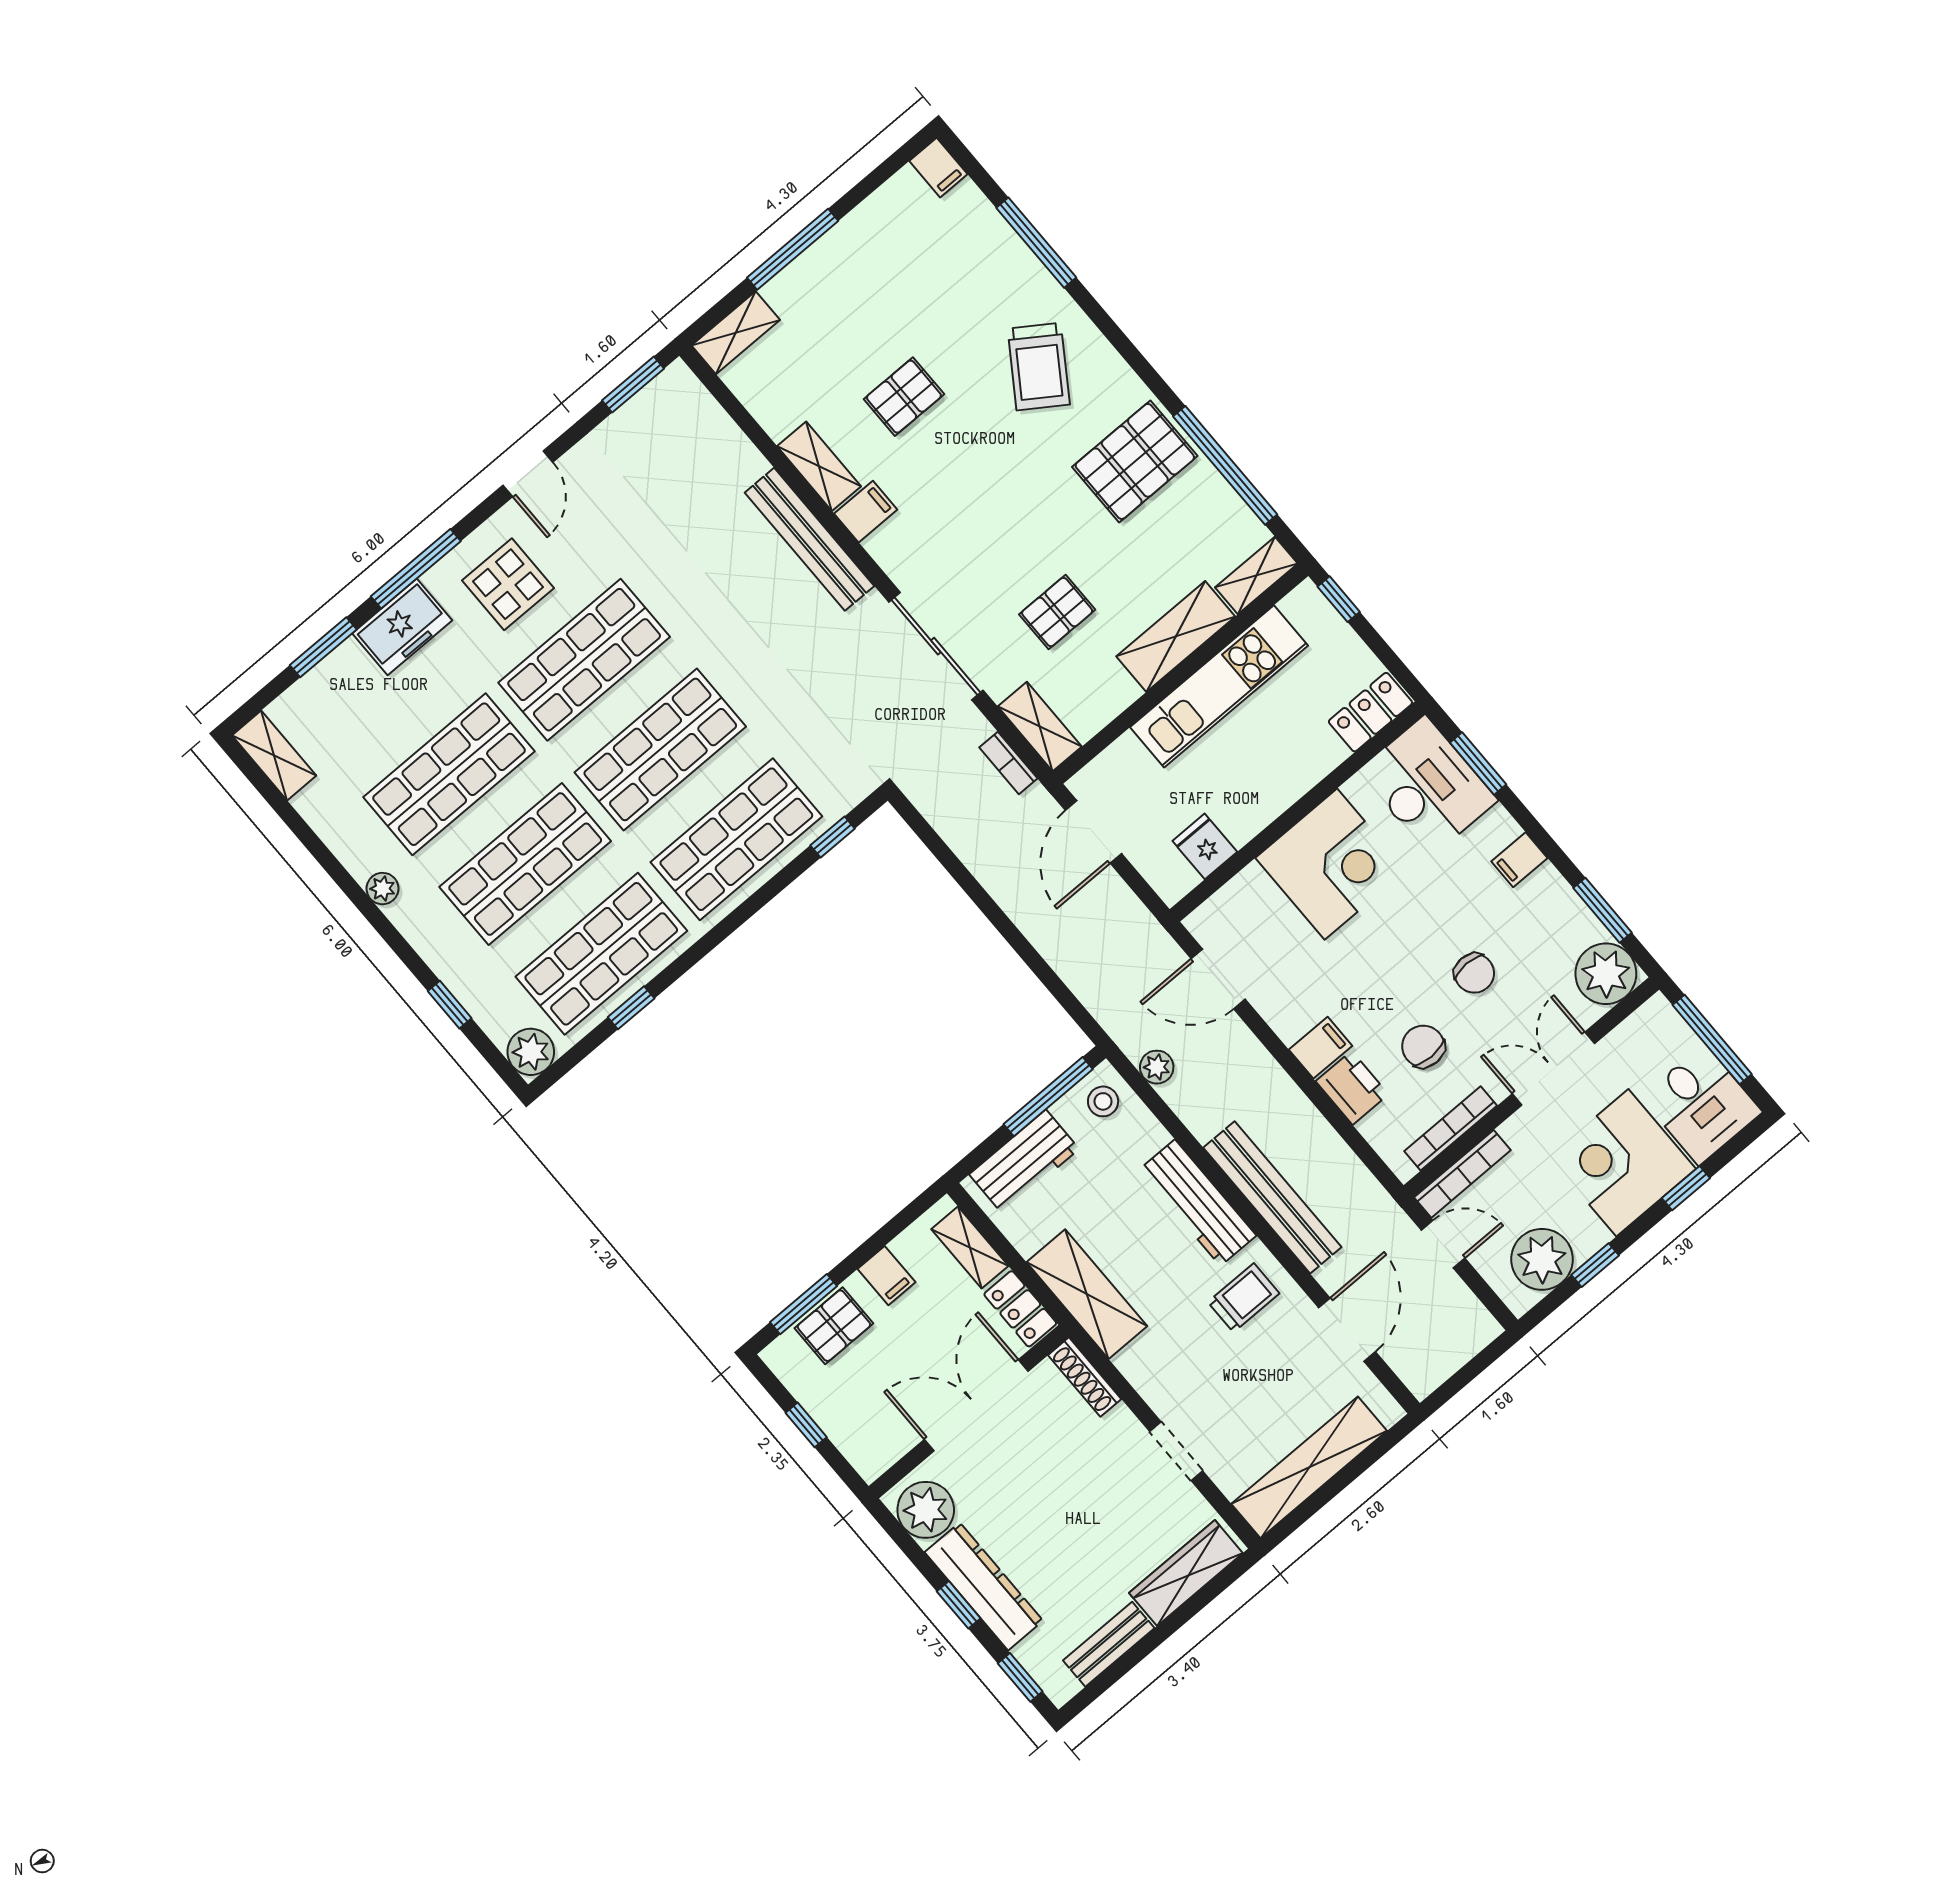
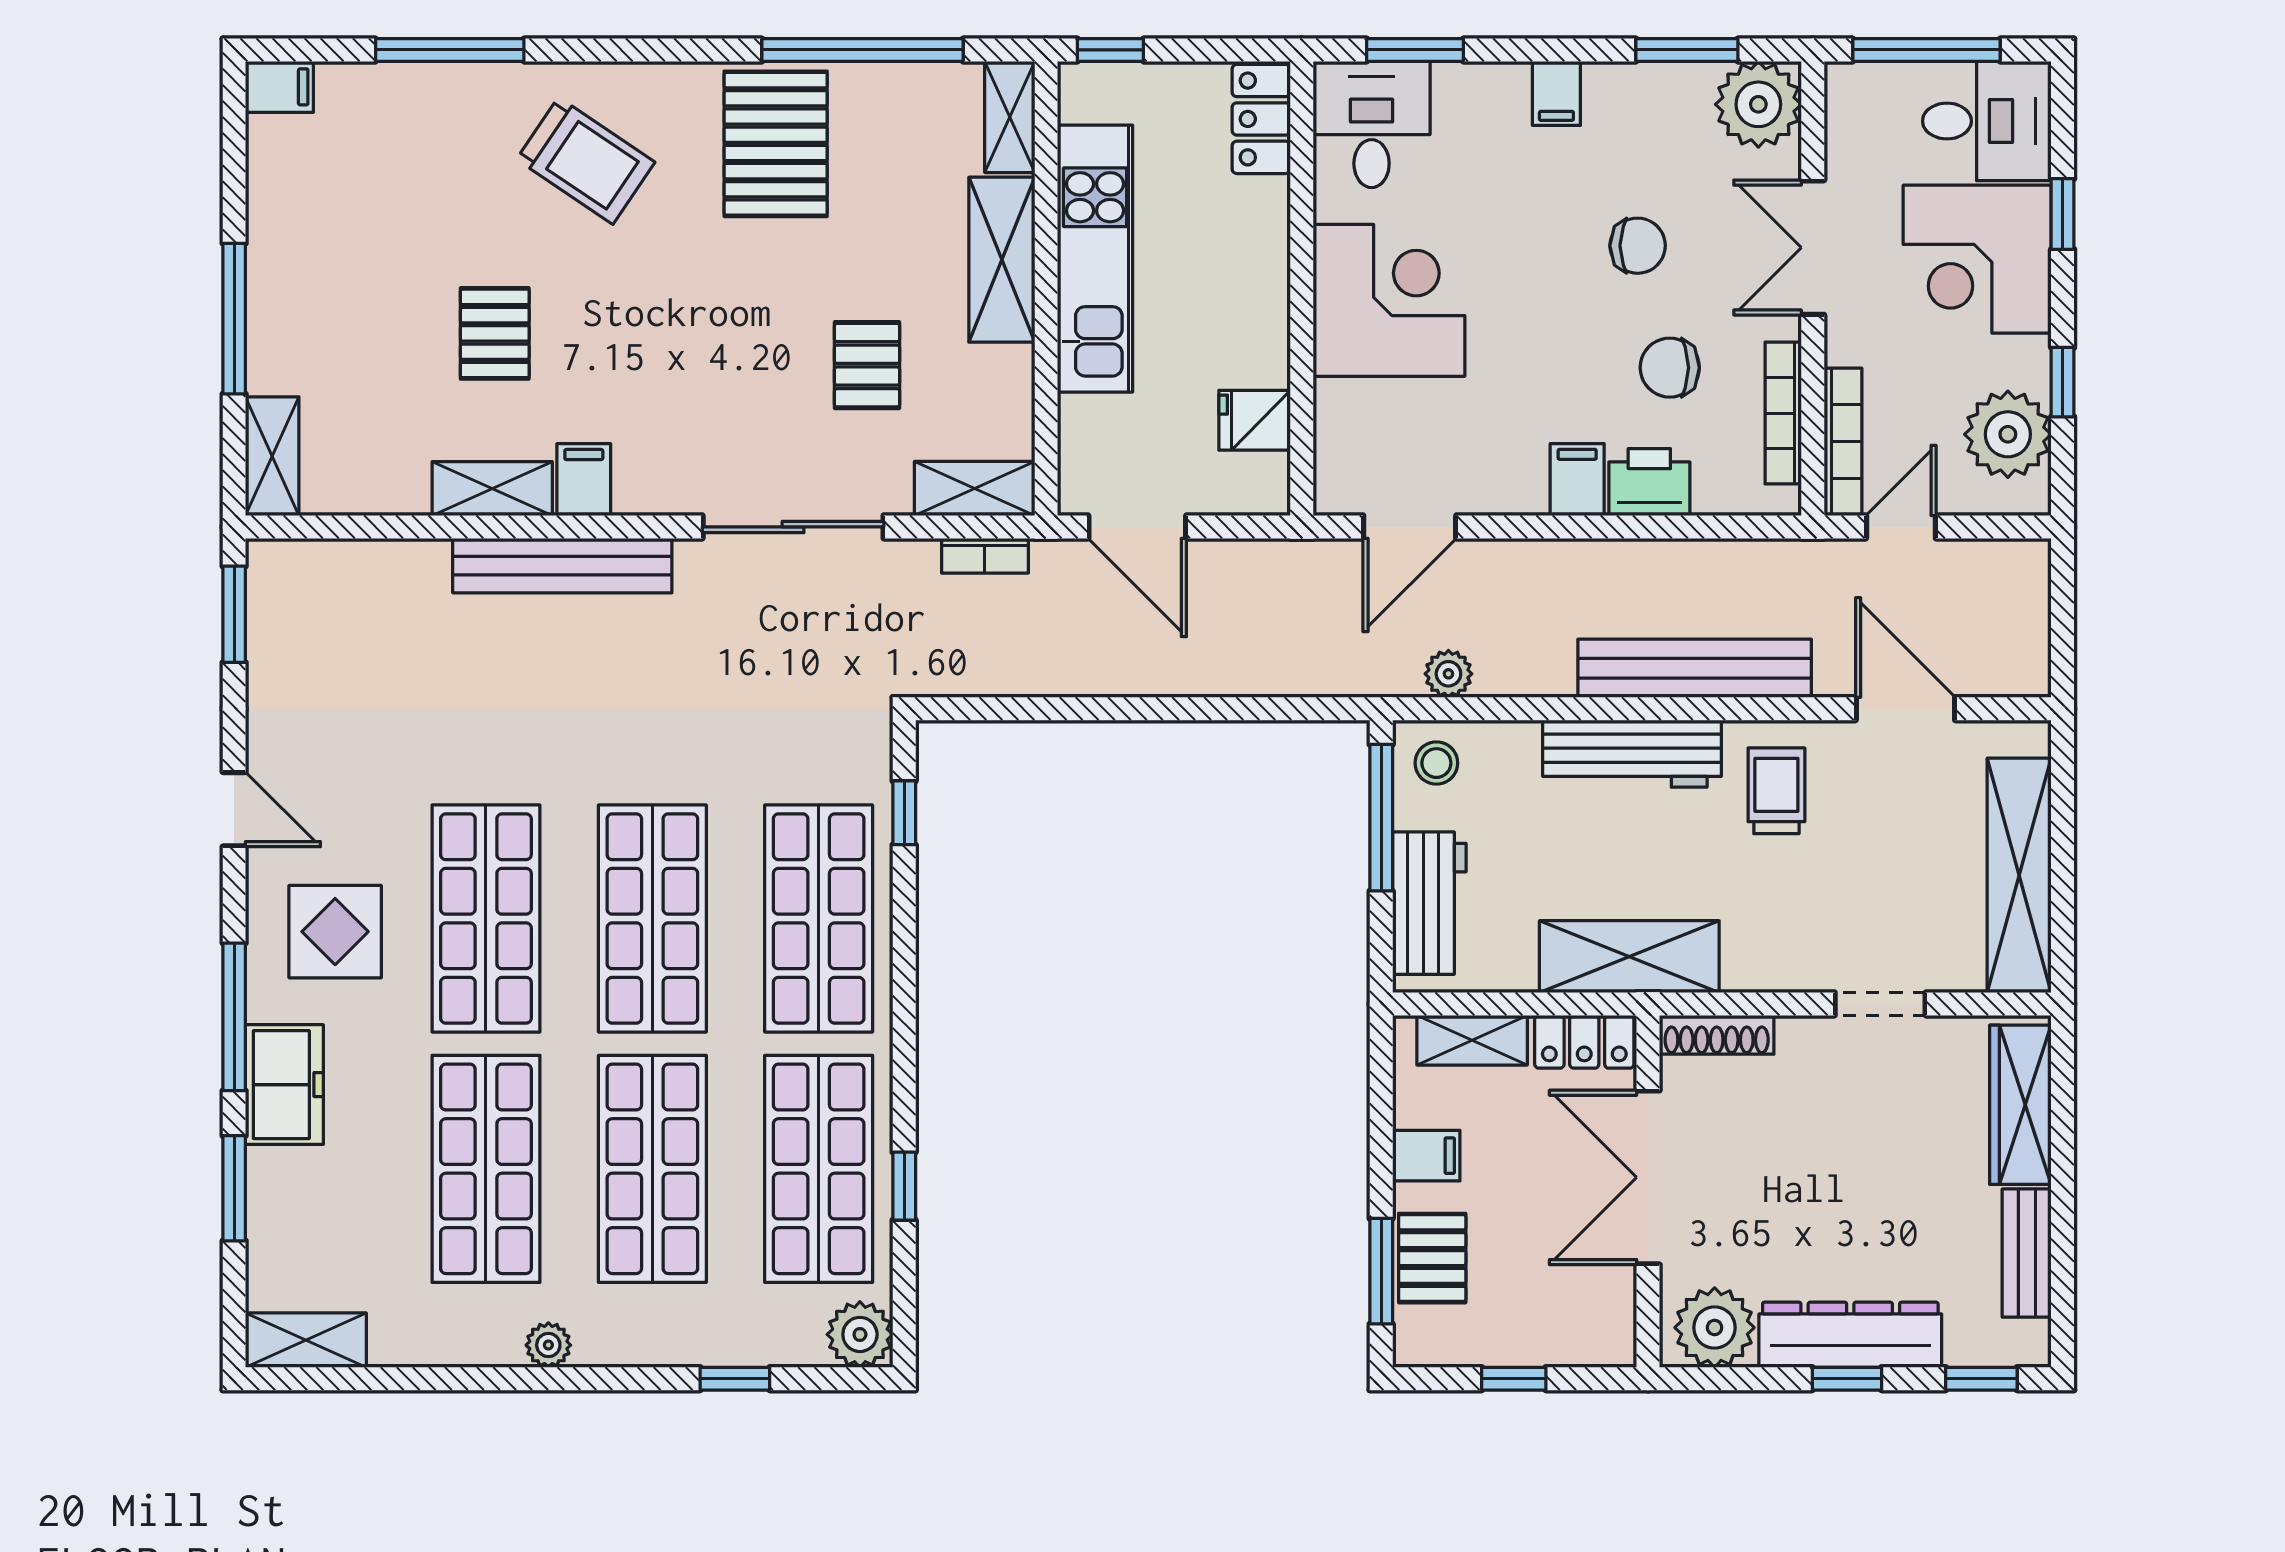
desk: (1428, 786) -> (1372, 124), width x0.73

